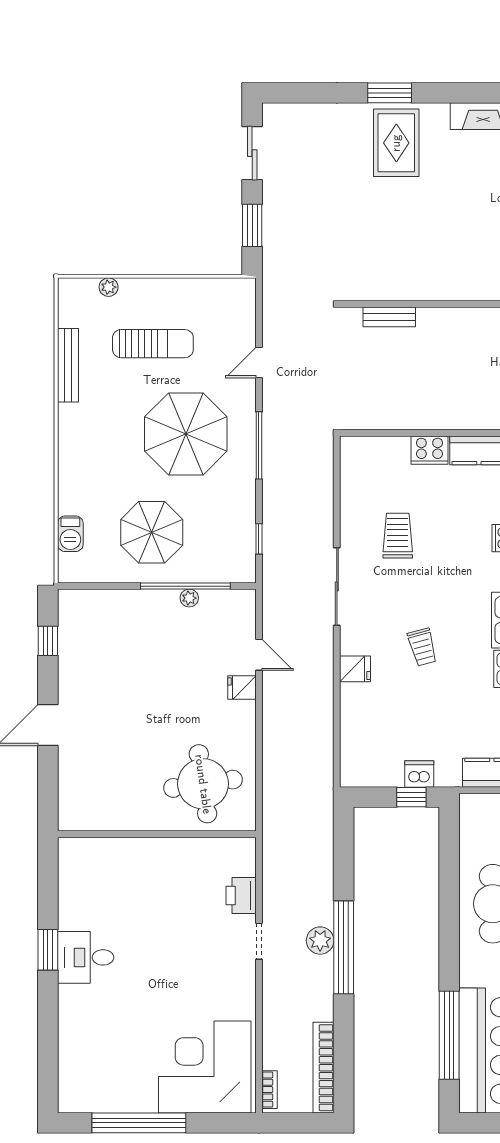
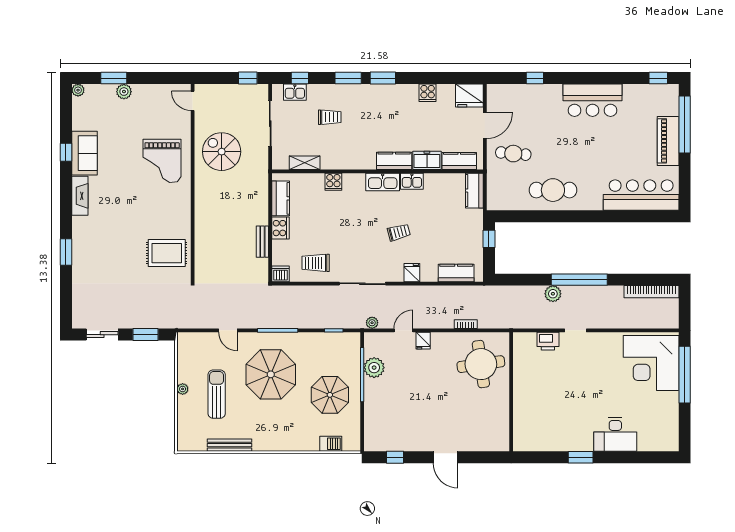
rug: (396, 143) -> (167, 253), moved
plant: (109, 287) -> (183, 389), moved
bench: (389, 317) -> (262, 242), moved
trolley: (398, 536) -> (316, 263), moved
plant: (189, 598) -> (374, 368), width x1.87, depth x1.87
plant: (272, 603) -> (372, 323), added
kitchen counter: (354, 743) -> (456, 273), added
dishwasher: (419, 774) -> (280, 274), moved, turned 90
plant: (320, 941) -> (553, 294), moved
desk: (86, 957) -> (615, 435), moved, width x1.37
window: (449, 1035) -> (632, 216), removed
bookcase: (269, 1090) -> (466, 324), moved
window: (139, 1123) -> (685, 375), moved

